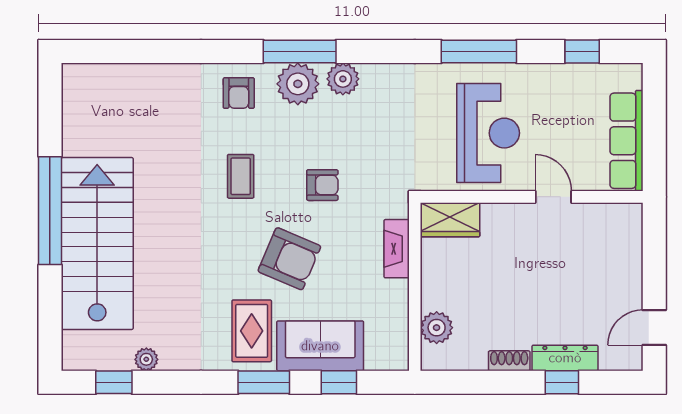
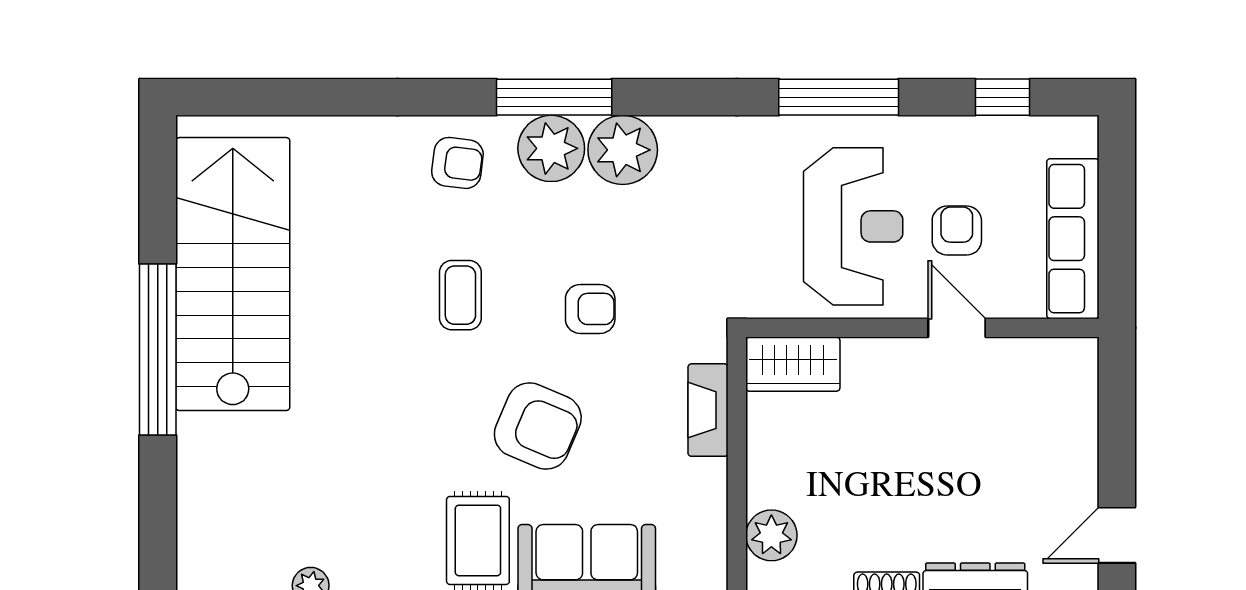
plant: (343, 79) -> (623, 150), width x1.36, depth x1.36
armchair: (239, 93) -> (457, 163), turned -83
armchair: (553, 136) -> (957, 231), added
stairs: (97, 244) -> (233, 274), moved

